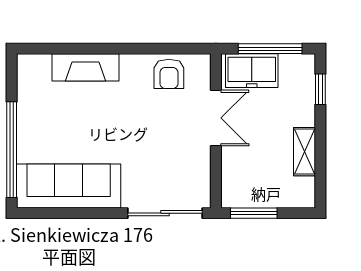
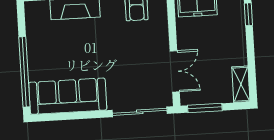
double door: (216, 118) -> (175, 71), moved
shelving: (304, 152) -> (241, 84), moved

